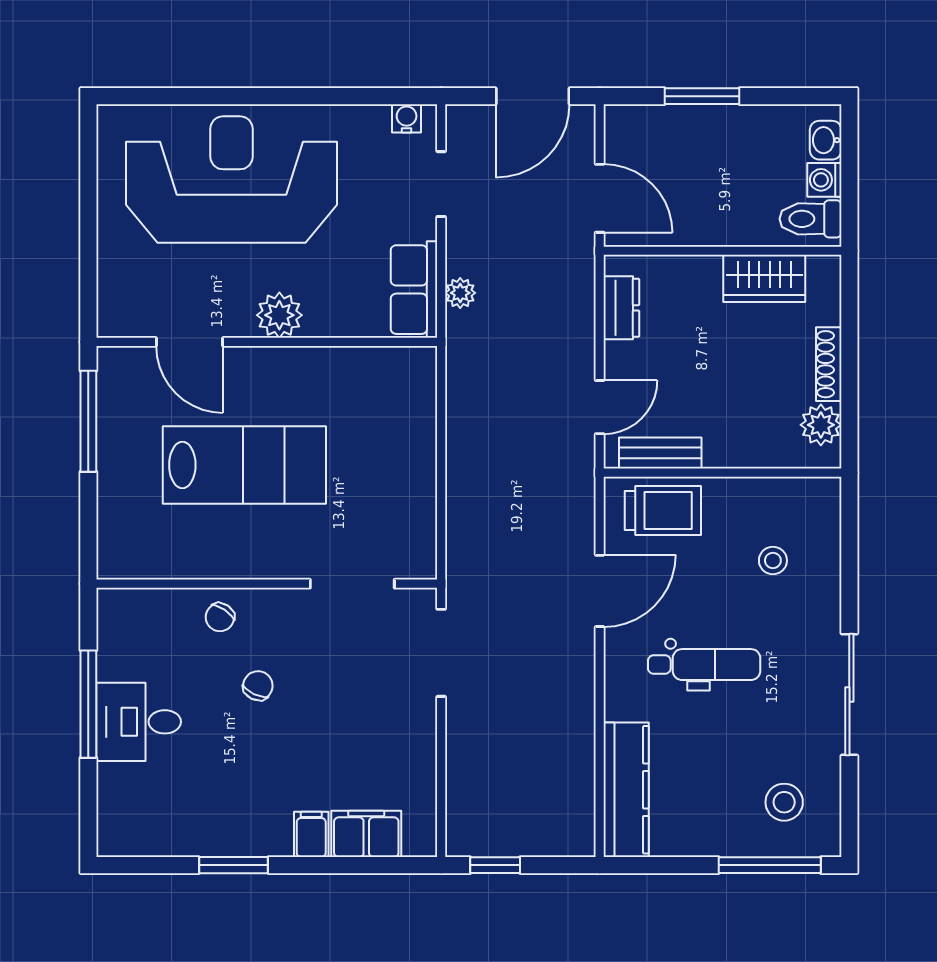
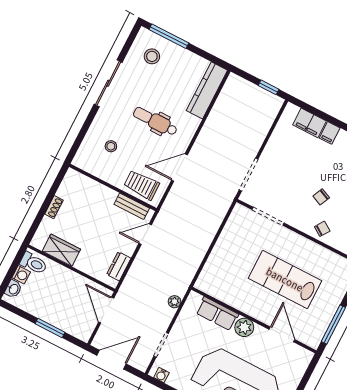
row of seats: (414, 290) -> (217, 314), moved, turned 90
shoe rack: (829, 364) -> (54, 207), width x0.70
plant: (821, 425) -> (68, 186), removed

